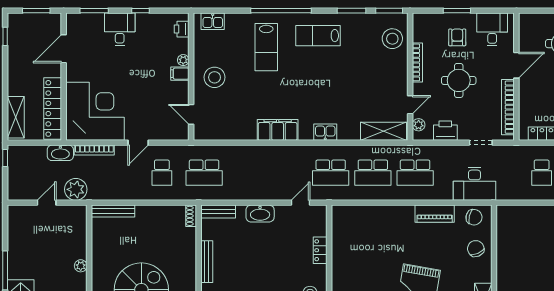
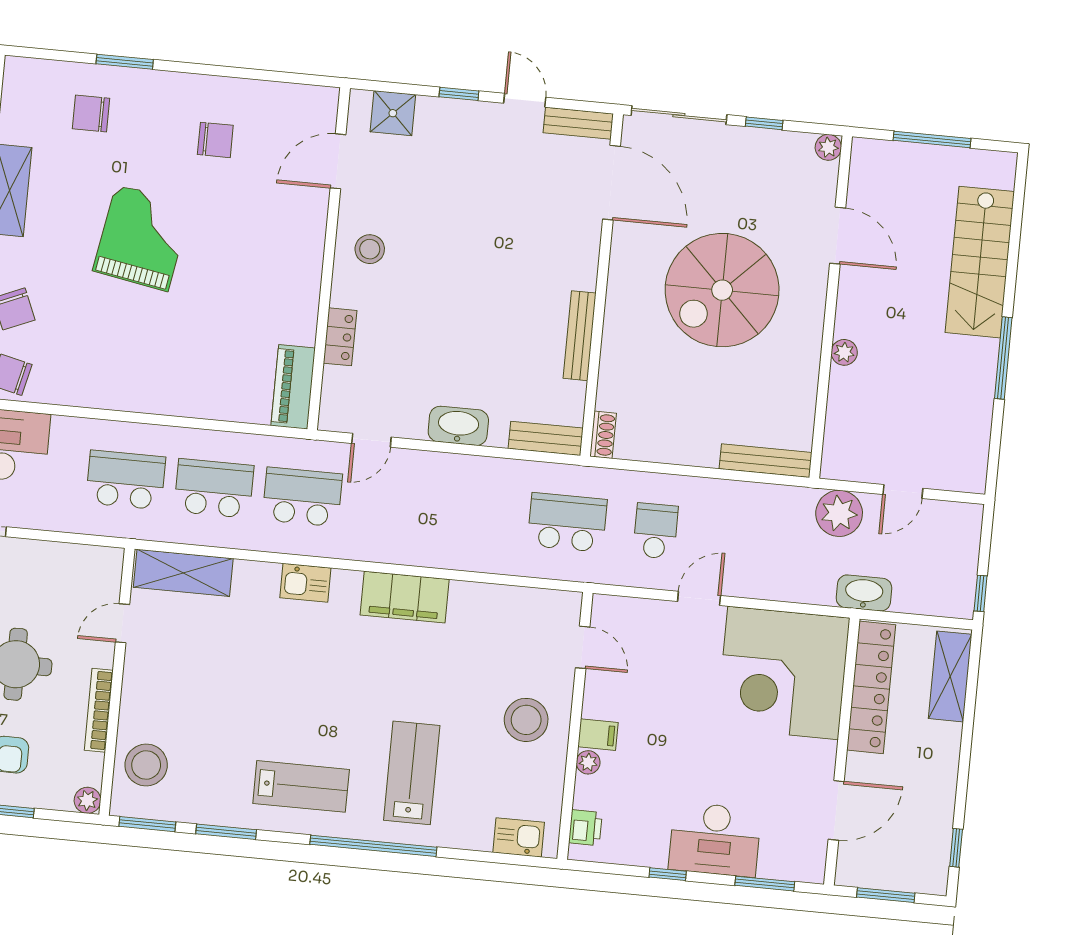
desk: (120, 29) -> (715, 839), width x1.37
plant: (419, 125) -> (87, 800), moved
printer: (445, 131) -> (54, 562), removed
bookcase: (94, 150) -> (792, 592), removed
piano: (435, 214) -> (293, 387), moved, turned -90

